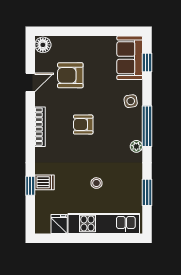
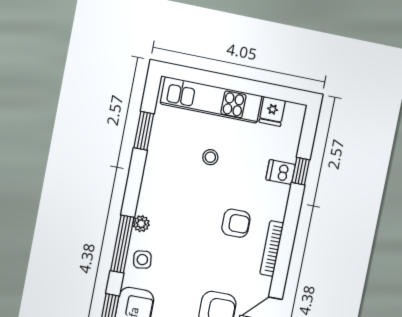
armchair: (83, 125) -> (236, 223), moved
window: (147, 126) -> (122, 244), moved
plant: (136, 146) -> (141, 224), moved

